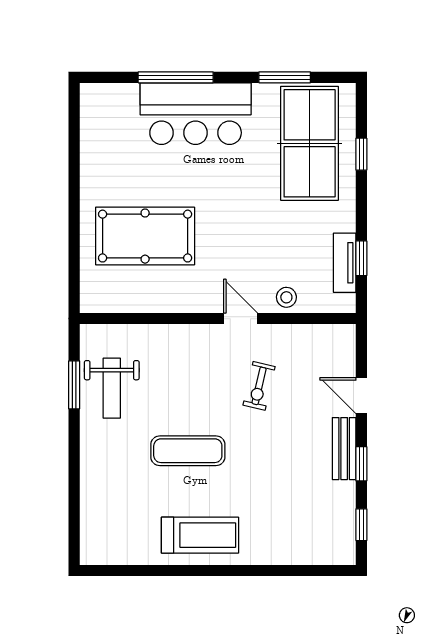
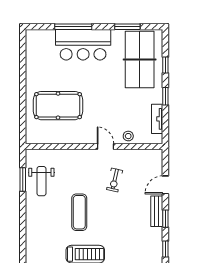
window: (361, 258) -> (165, 96), moved
door: (361, 396) -> (165, 185), hinge flipped
exercise mat: (188, 451) -> (79, 212), turned 90

